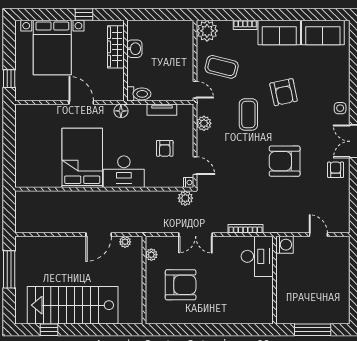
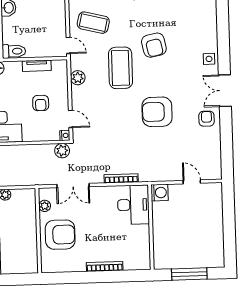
coffee table: (248, 114) -> (120, 68), width x1.36, depth x1.32
plant: (151, 255) -> (45, 206), moved
wall: (144, 280) -> (38, 231), moved
bookcase: (226, 319) -> (105, 267), added

